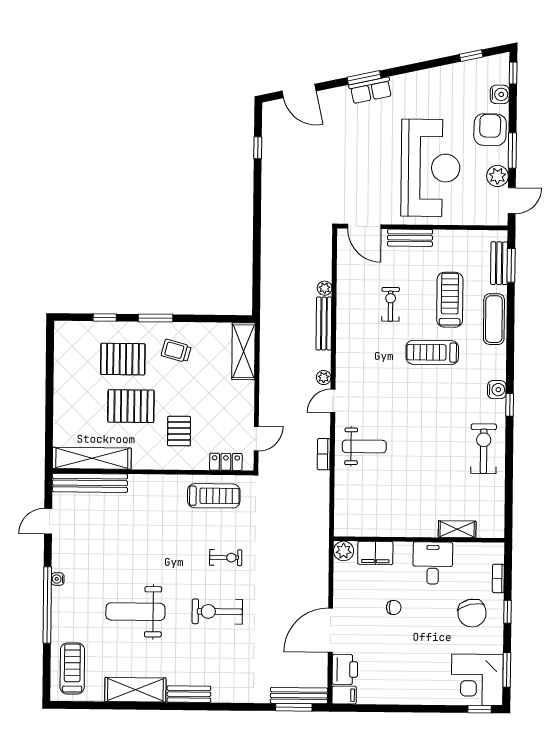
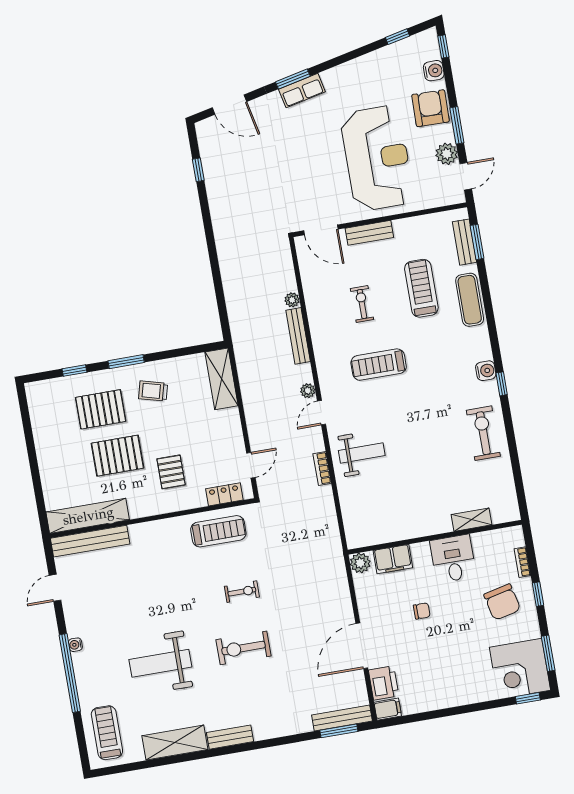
treadmill: (432, 352) -> (379, 365), moved

